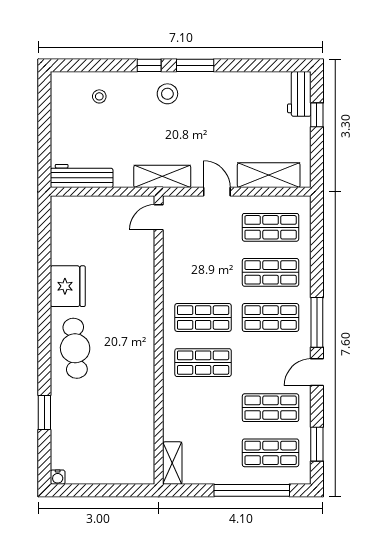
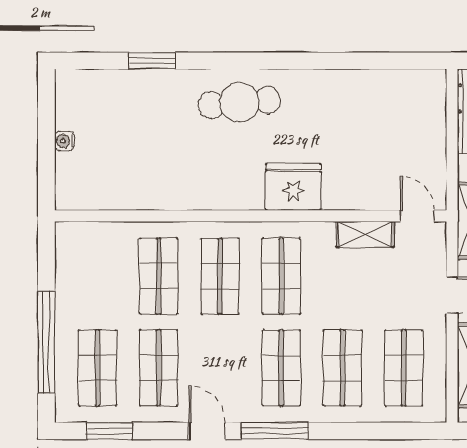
fridge: (68, 286) -> (293, 187), moved, turned 180
shop shelf: (203, 408) -> (159, 276), added
shelving: (172, 463) -> (365, 234), moved
water cooler: (58, 477) -> (64, 141), moved

